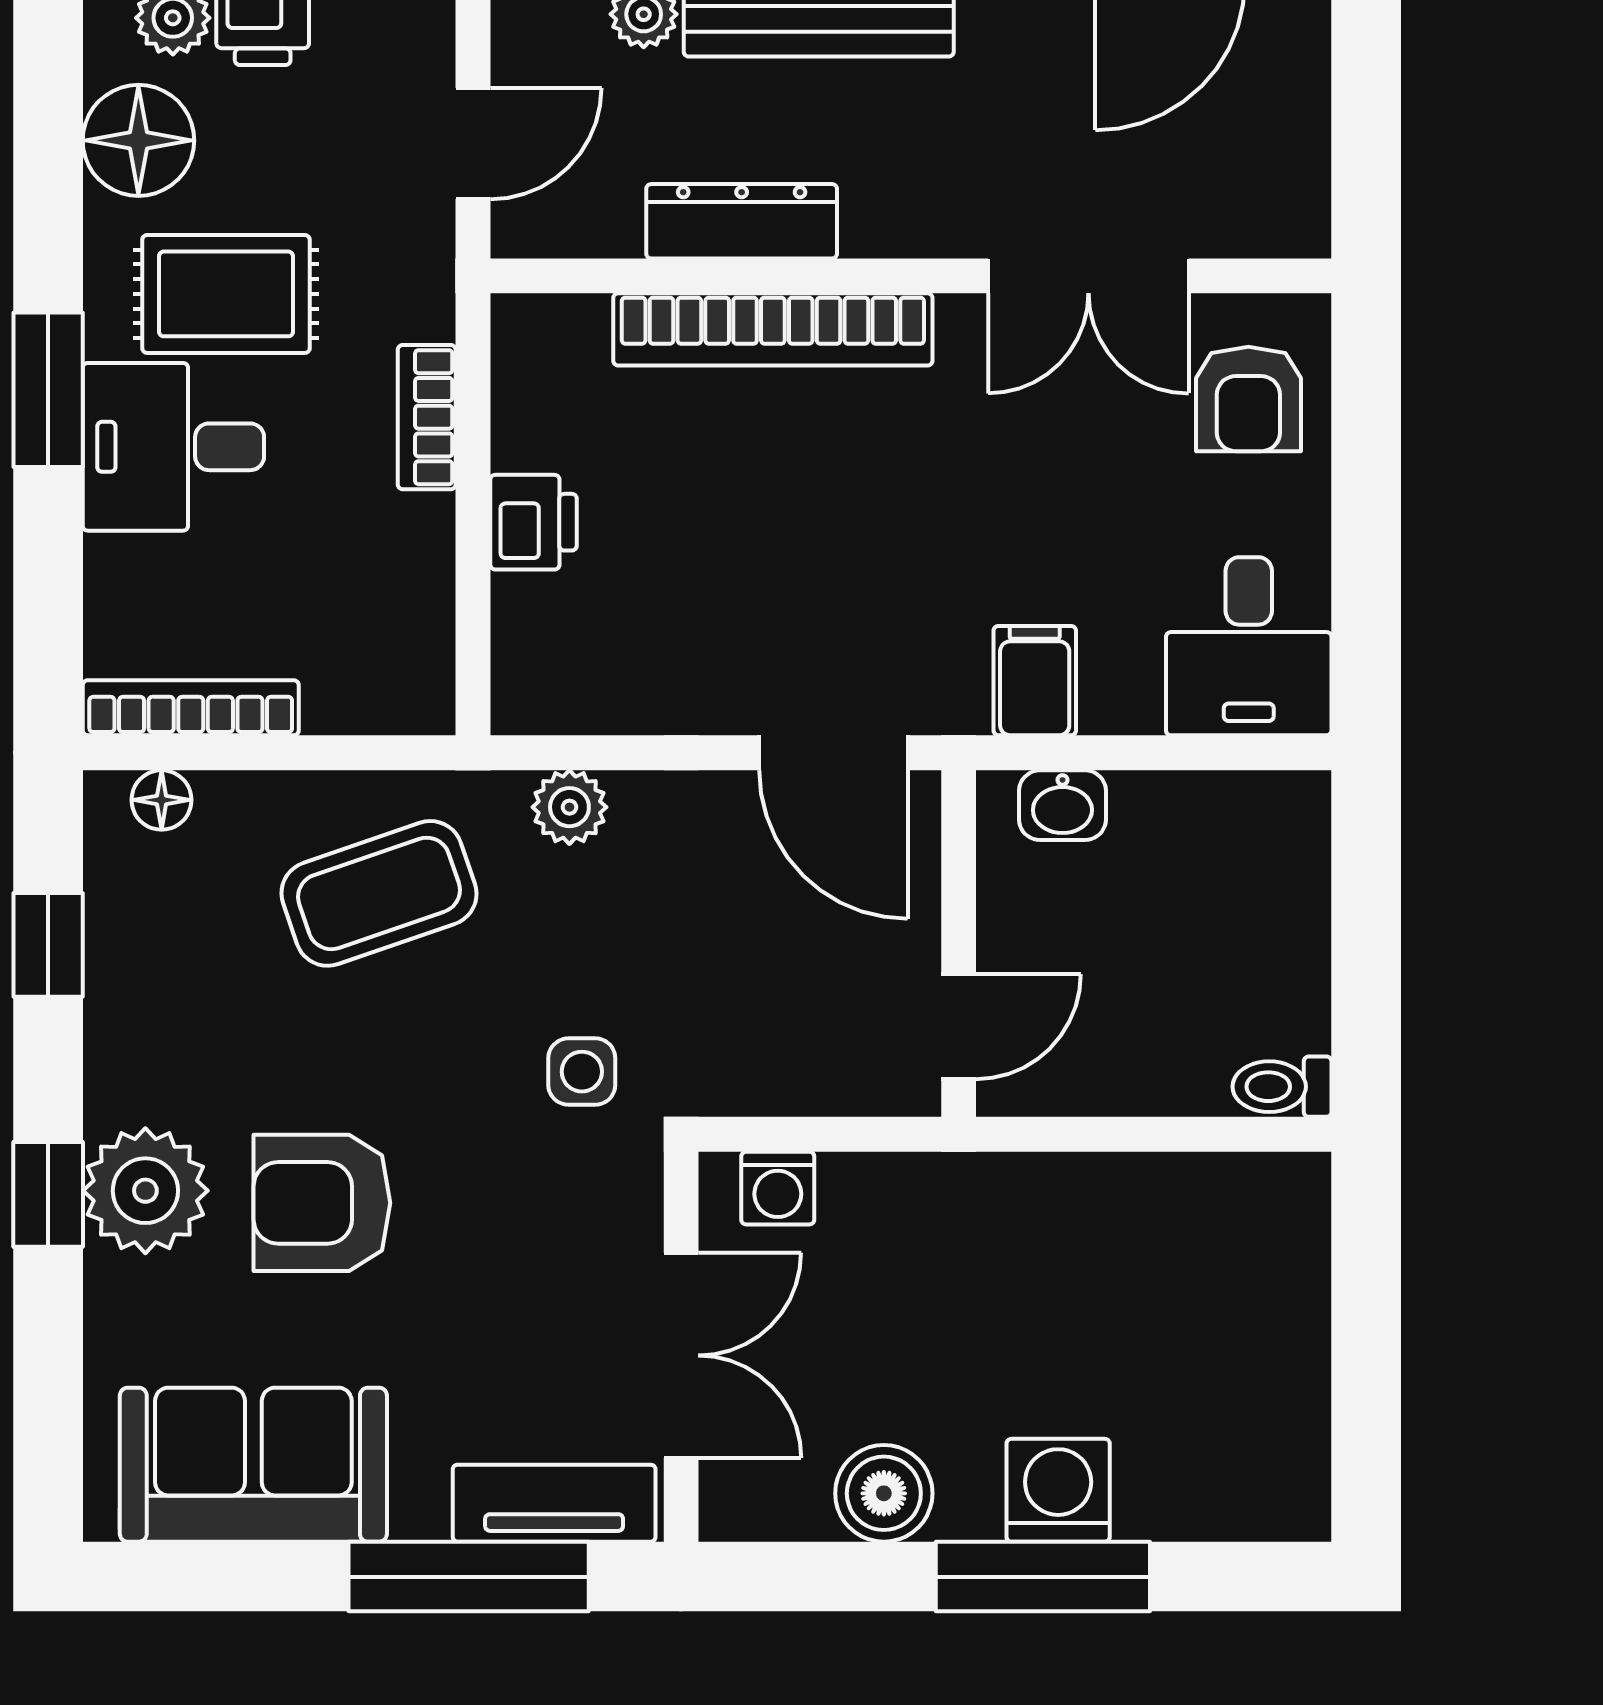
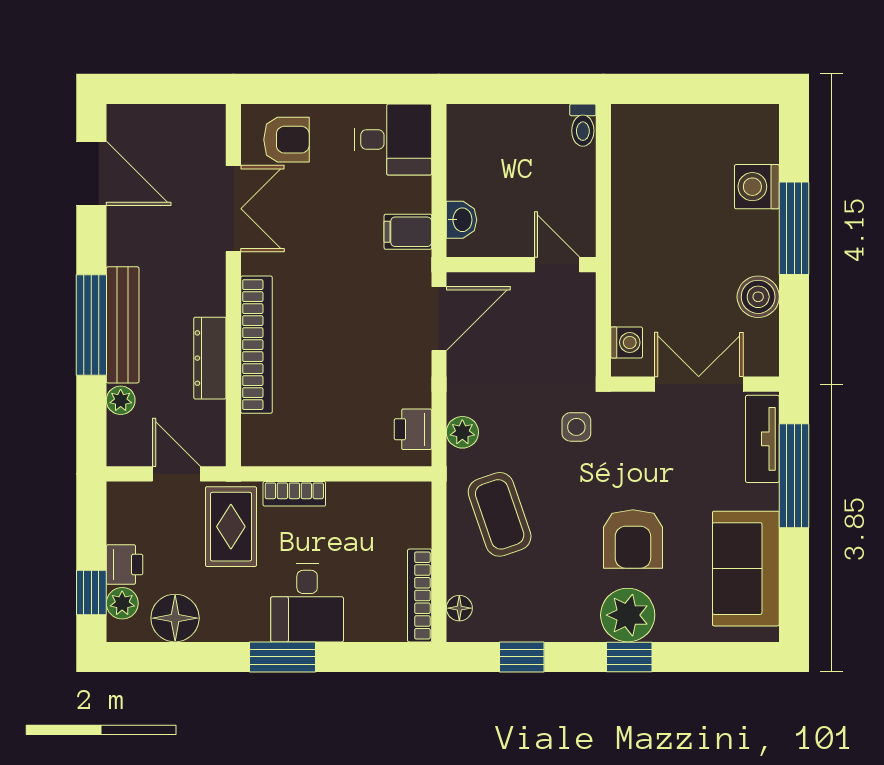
rug: (226, 294) -> (231, 527), moved
printer: (533, 522) -> (413, 429), moved, turned -90
washing machine: (1058, 1490) -> (757, 187), moved

